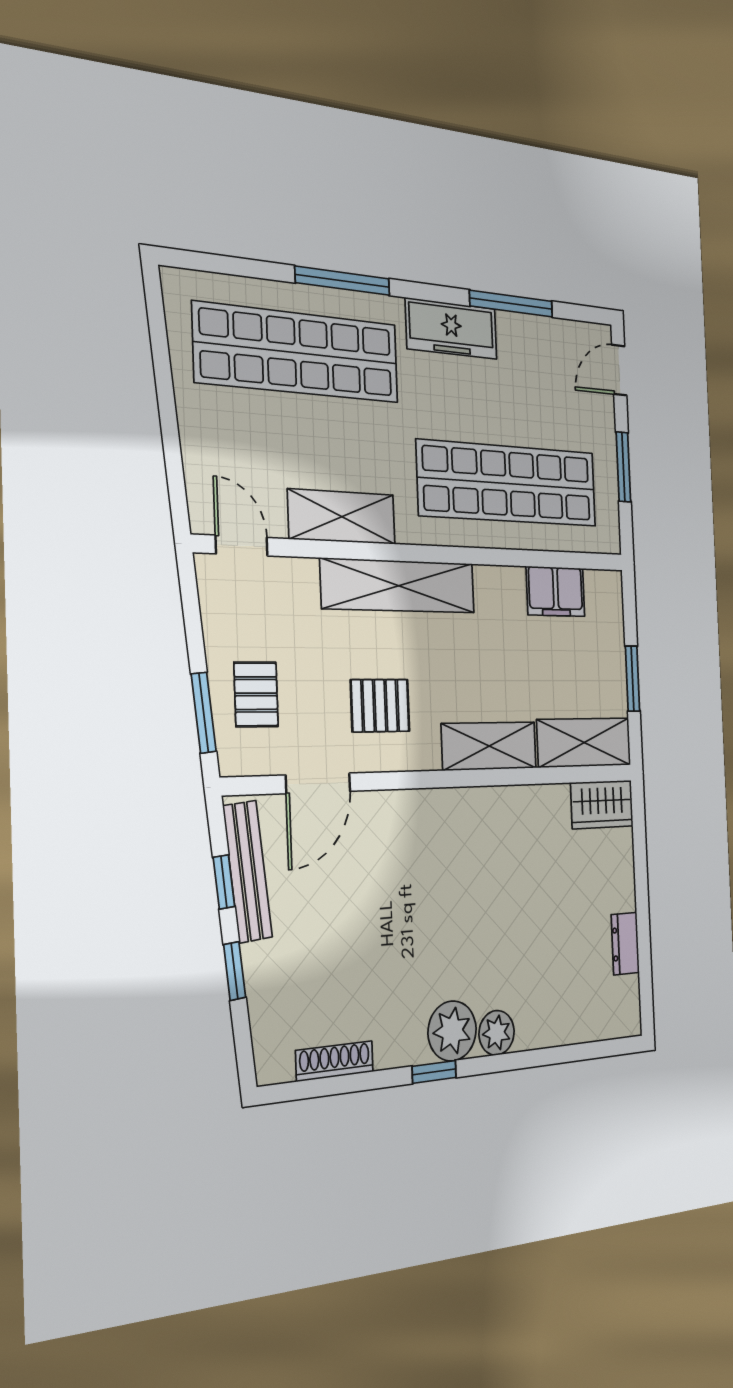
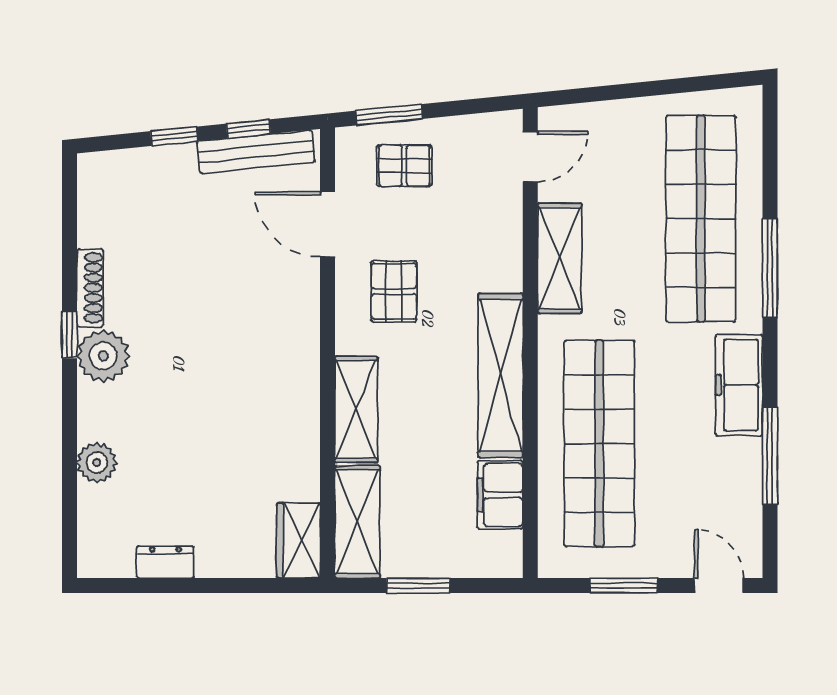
shelving: (399, 586) -> (501, 375), moved
plant: (497, 1033) -> (97, 462), moved
shoe rack: (335, 1061) -> (90, 288), moved

